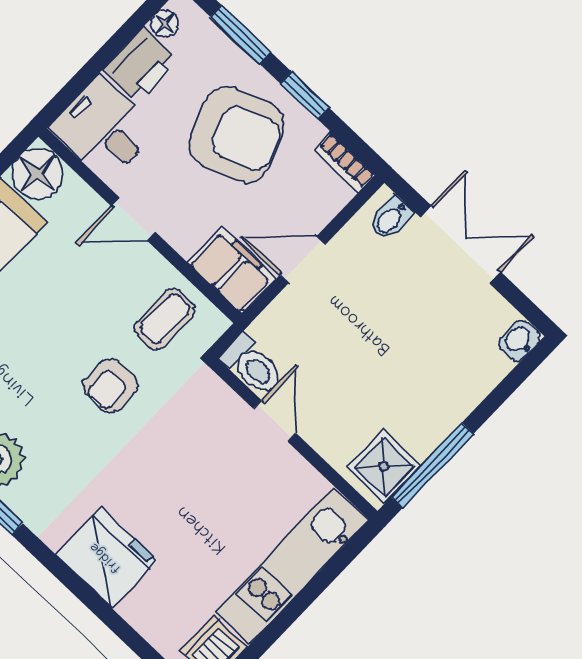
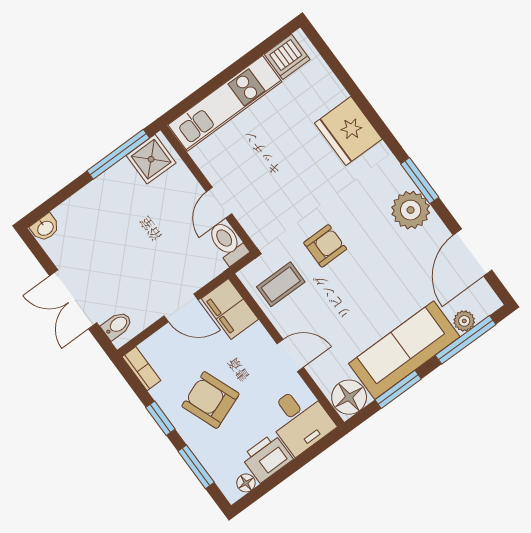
armchair: (237, 134) -> (211, 400), width x0.73, depth x0.73

